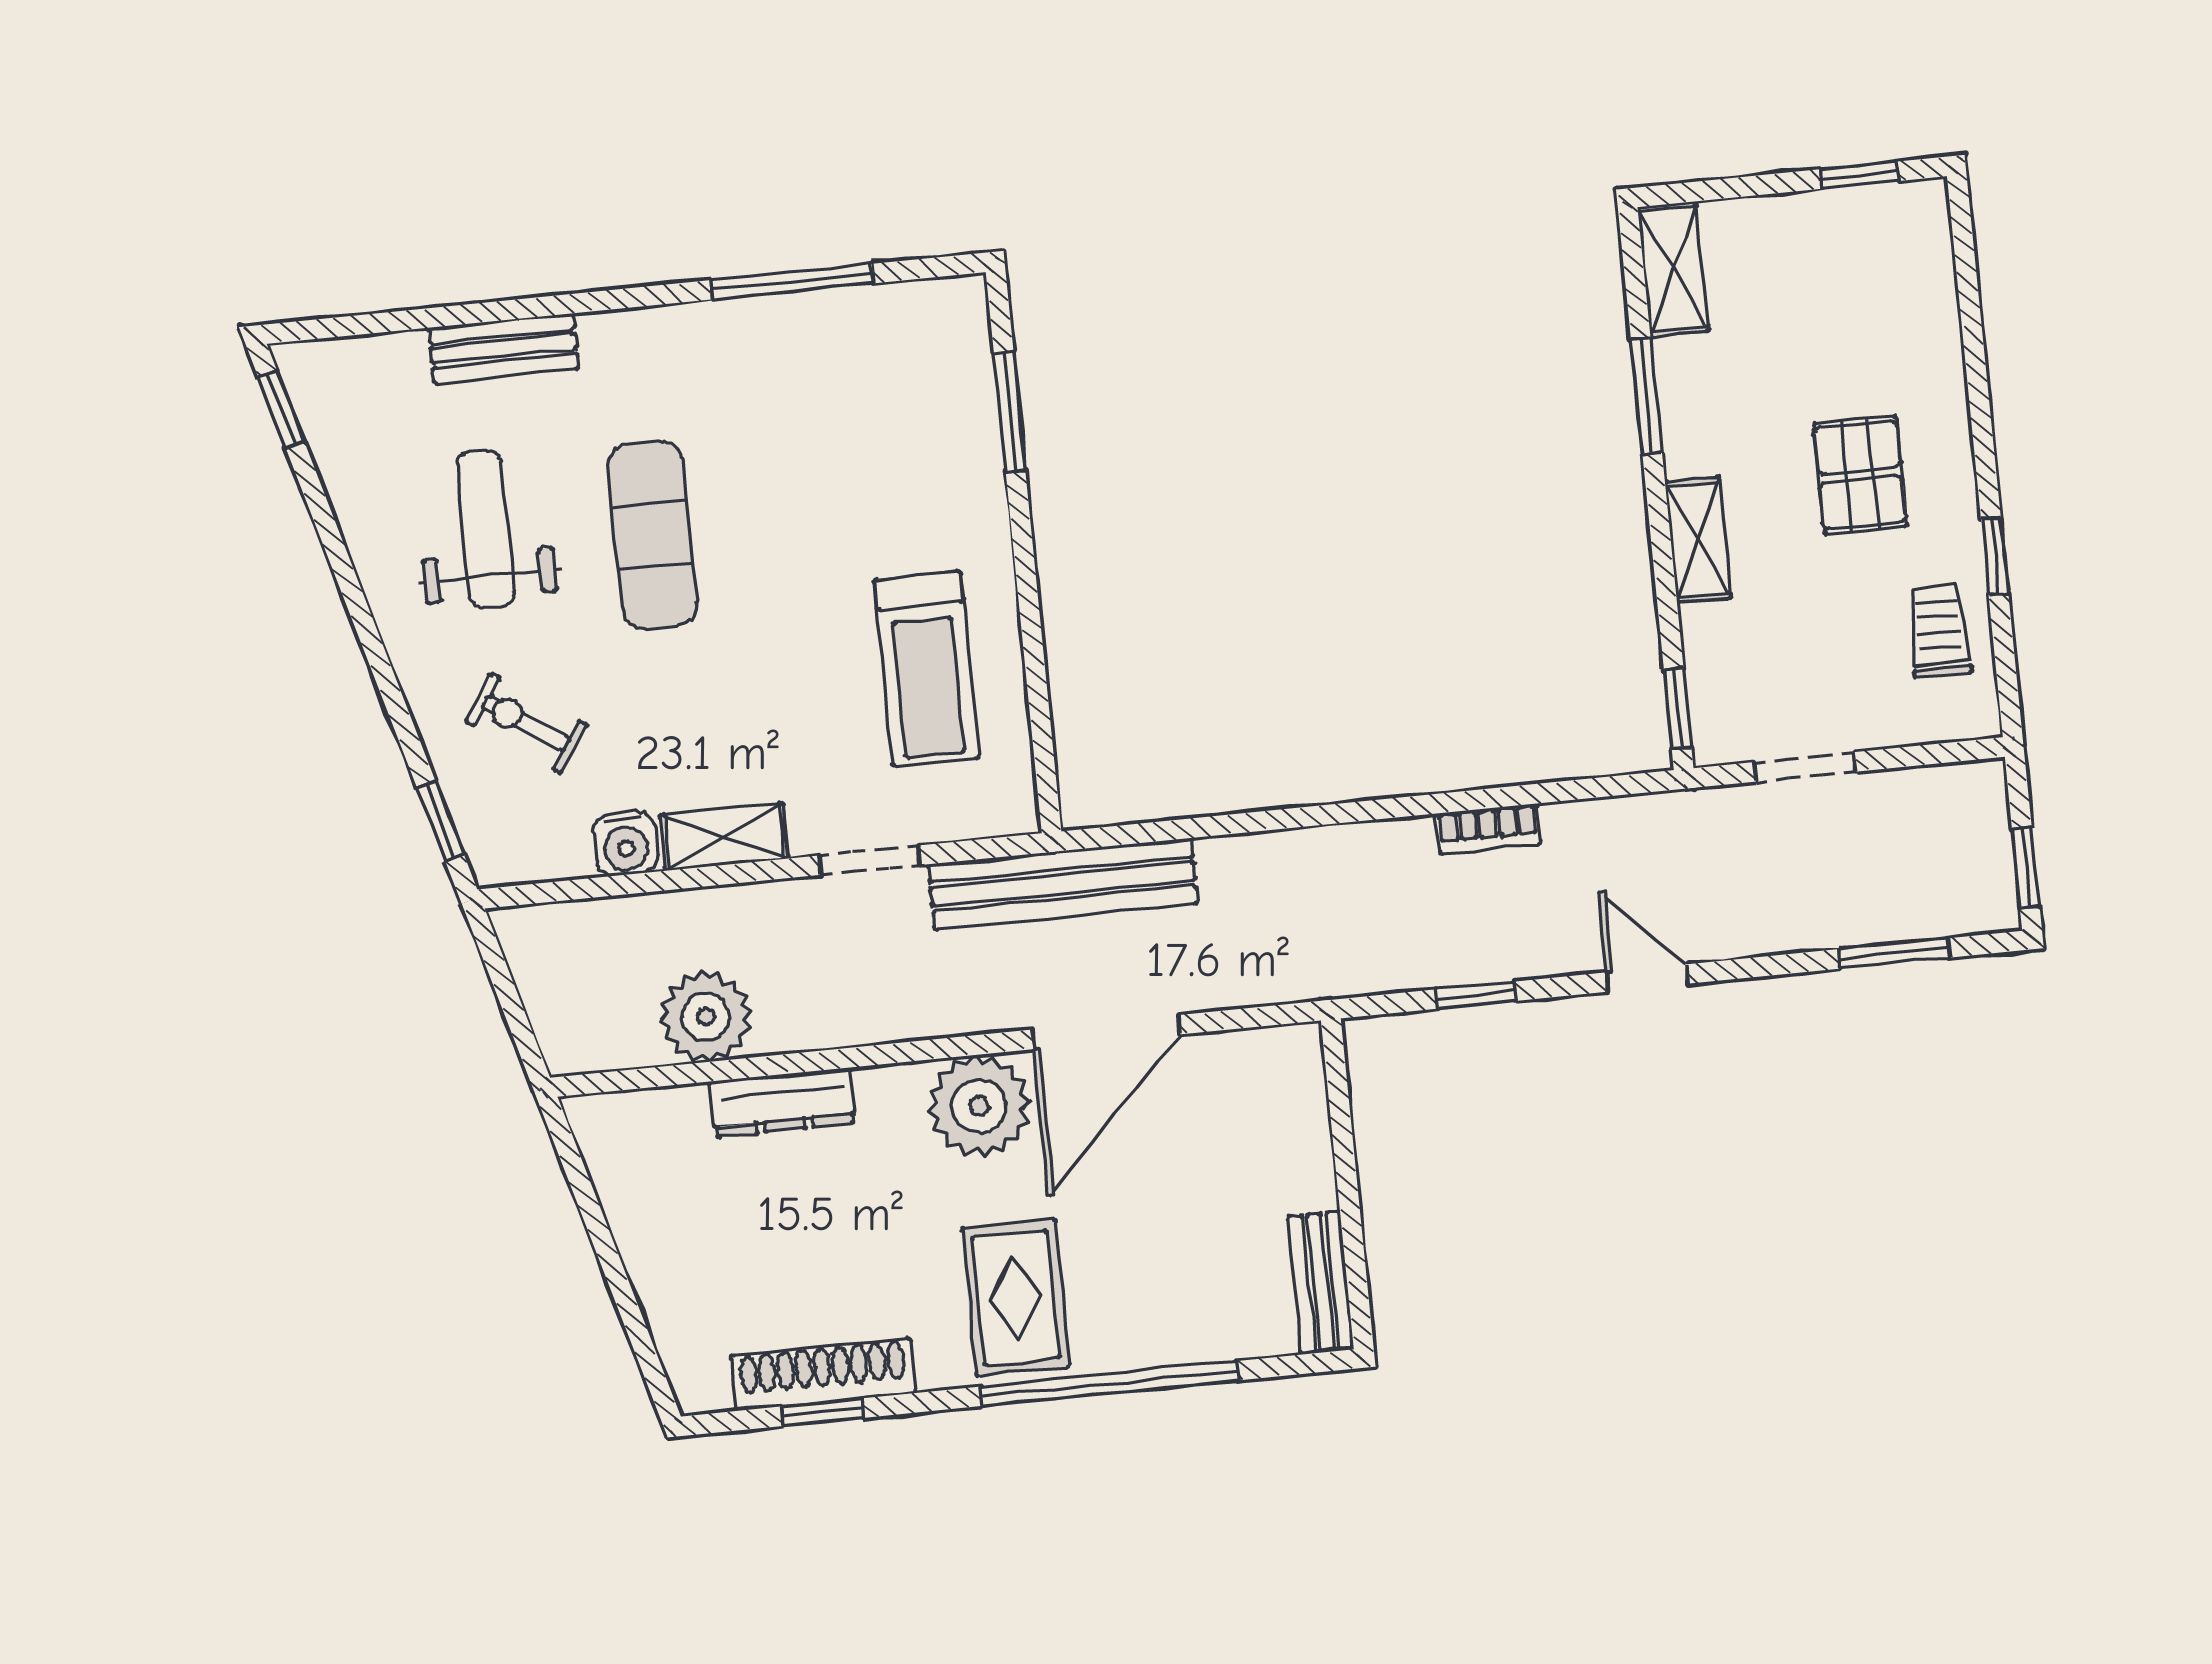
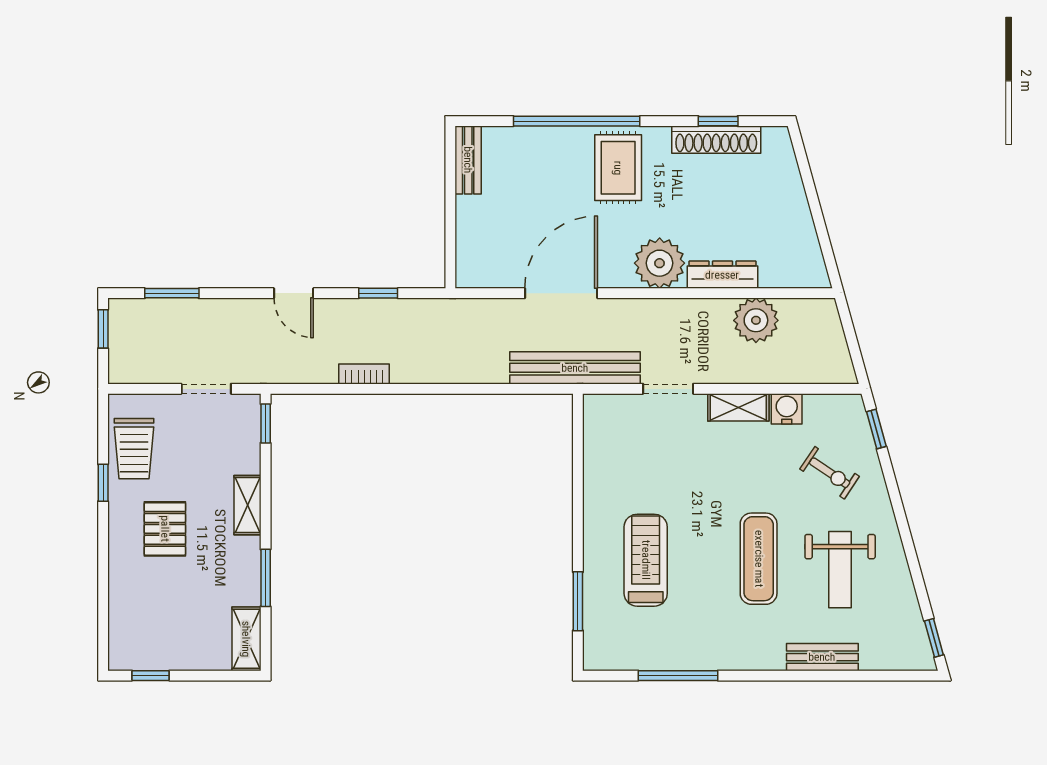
trolley: (1939, 631) -> (134, 449), width x1.36, depth x1.39
treadmill: (927, 669) -> (646, 560), moved
plant: (979, 1106) -> (660, 263), moved

